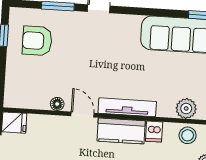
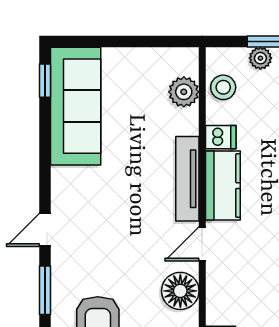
floor lamp: (57, 104) -> (180, 291), width x1.89, depth x1.89

